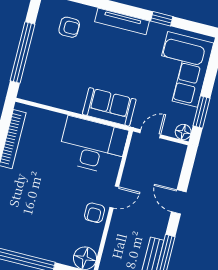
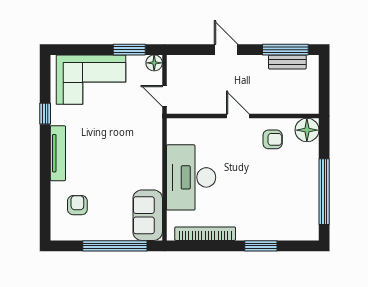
sofa: (109, 107) -> (148, 215), moved
desk: (93, 146) -> (191, 177), moved
door: (179, 202) -> (226, 50), swing flipped
armchair: (95, 213) -> (273, 139), moved

